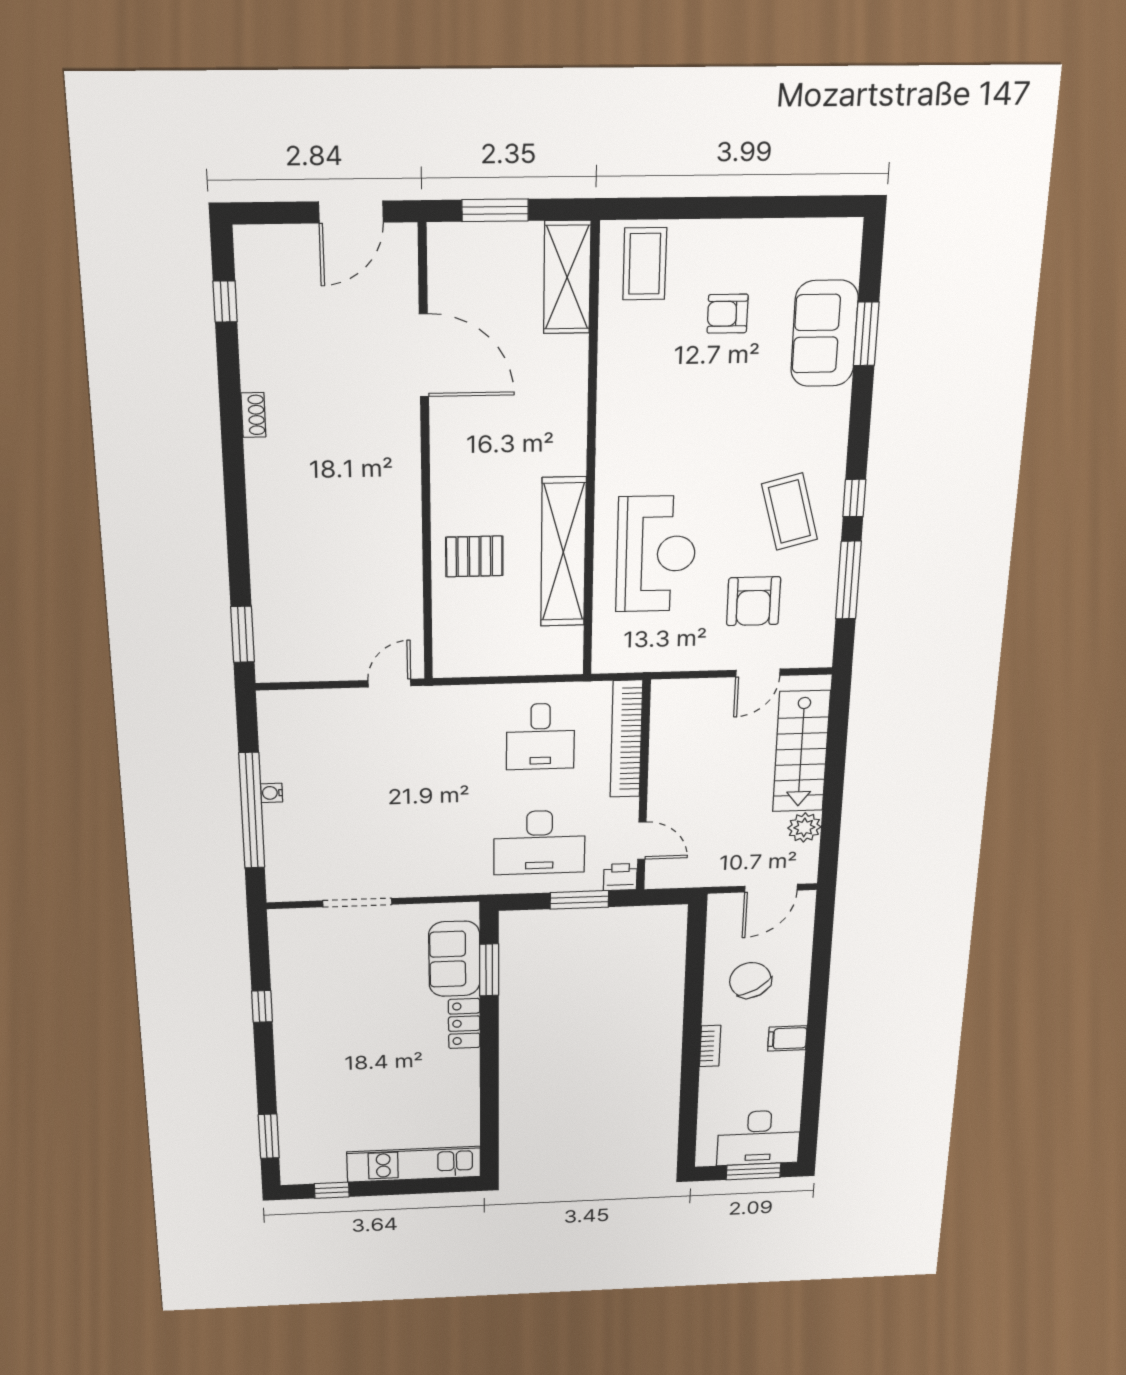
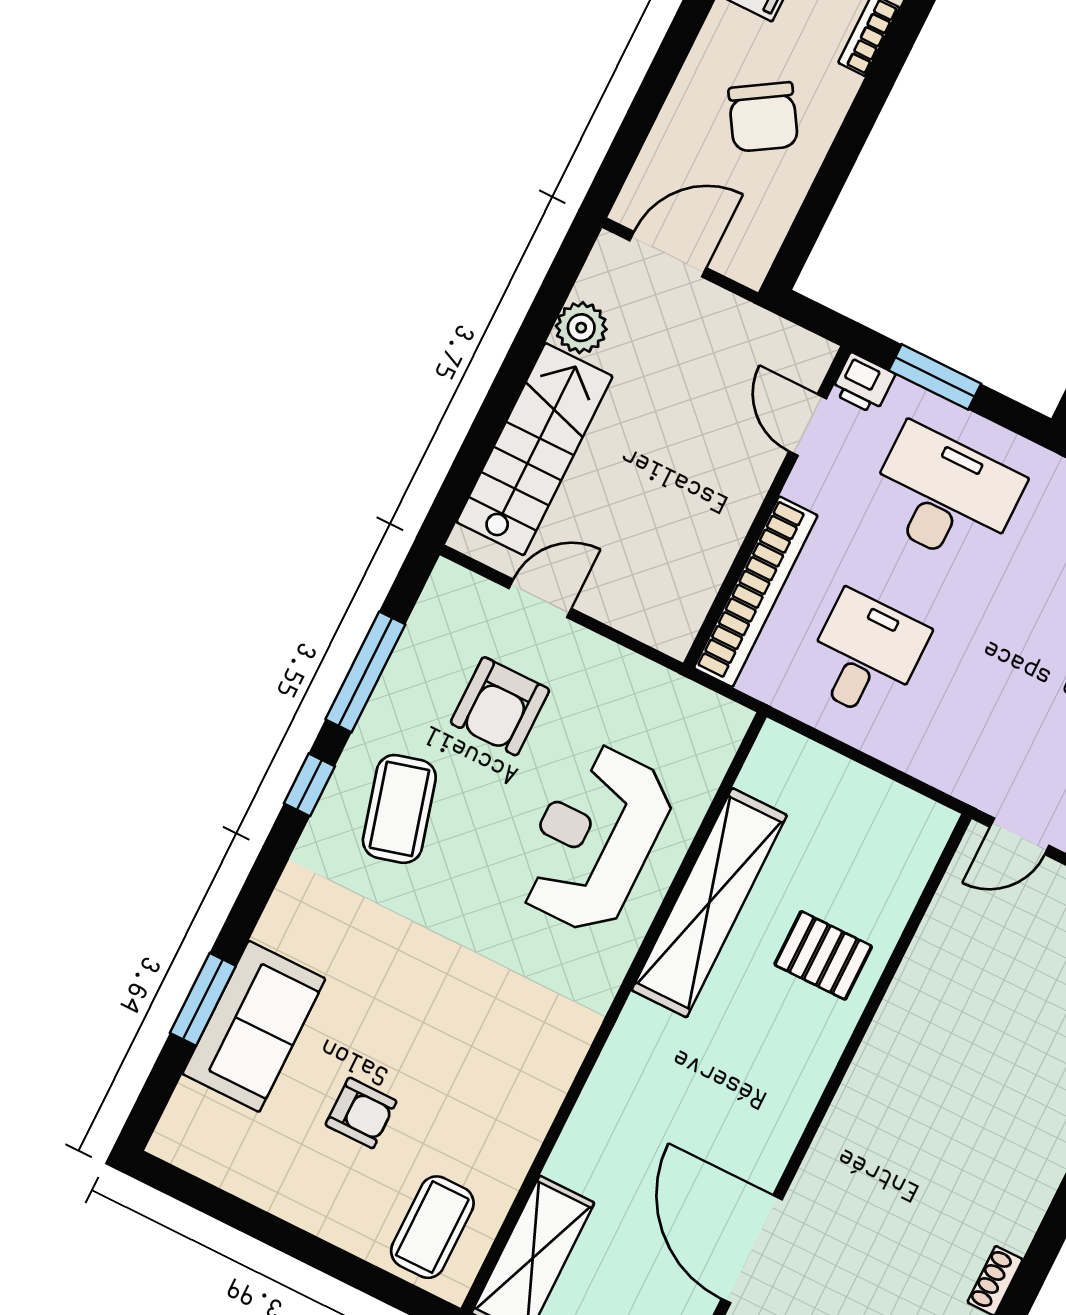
armchair: (754, 601) -> (500, 706), turned 180

